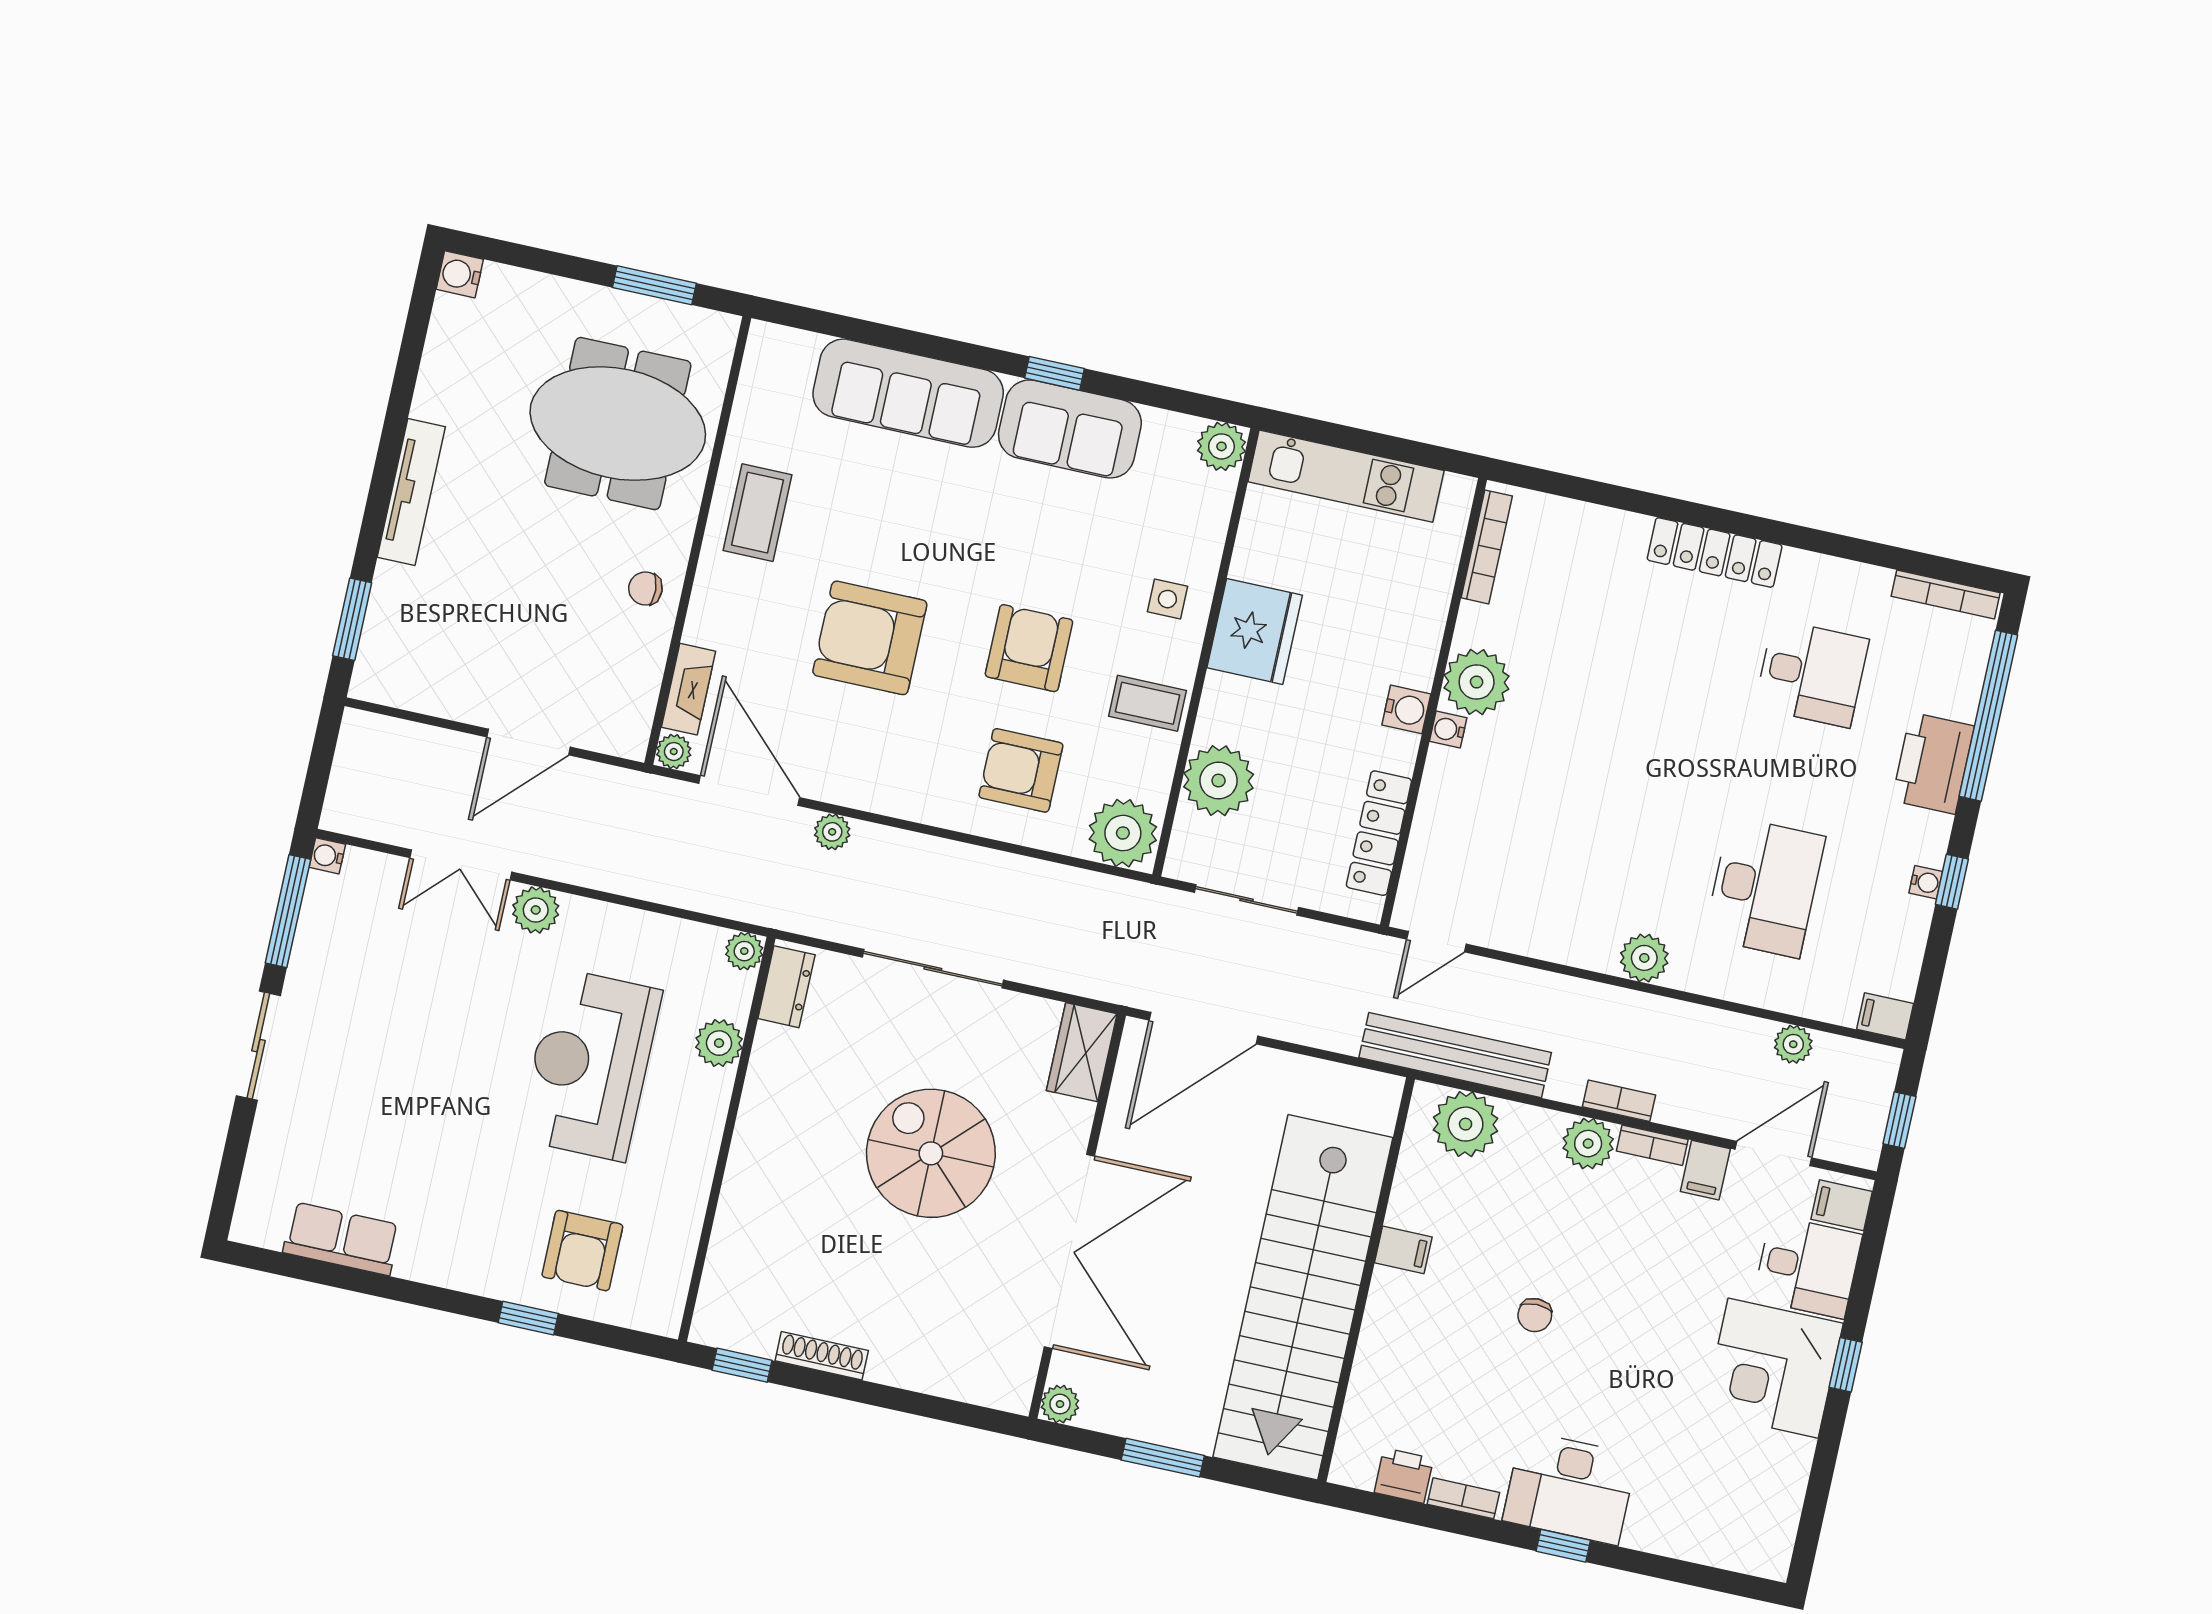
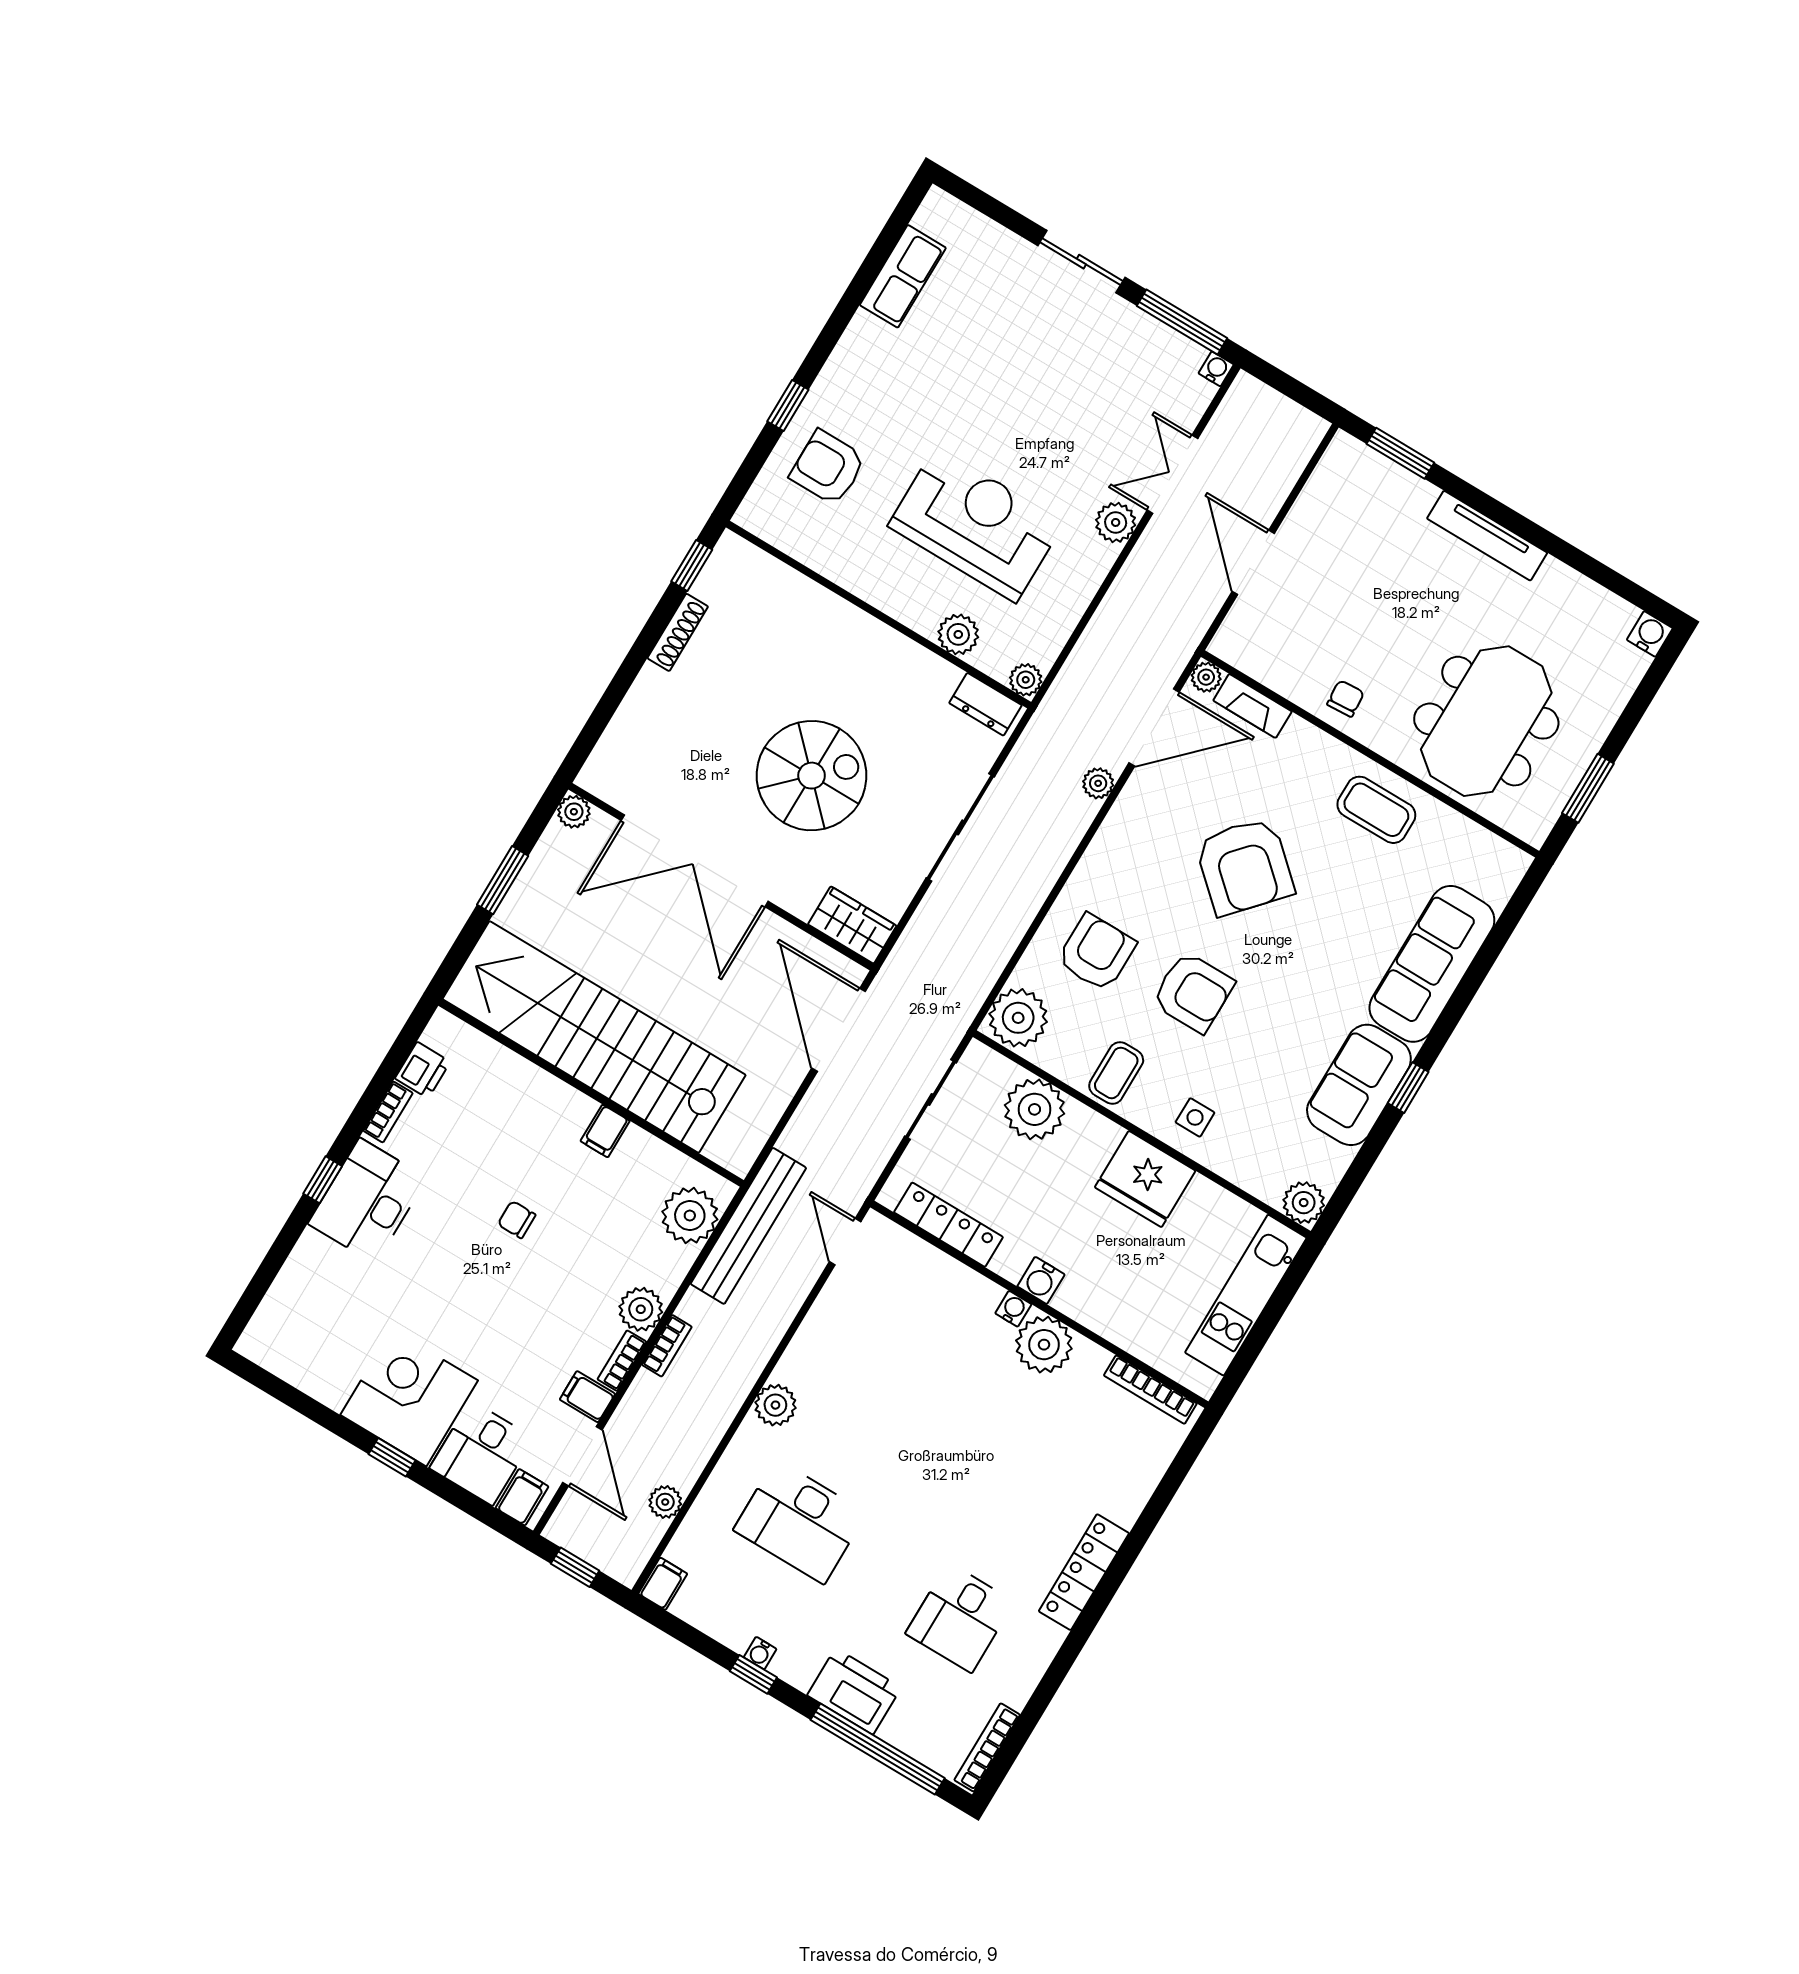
armchair: (870, 638) -> (1245, 866), turned 132

